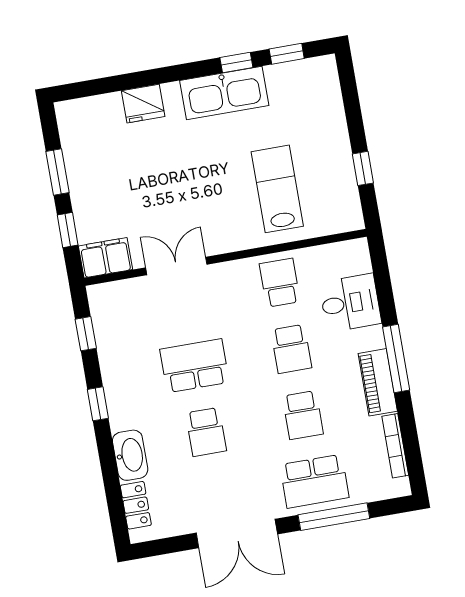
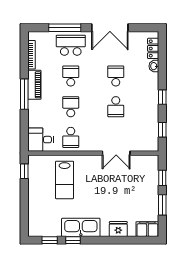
window: (363, 168) -> (24, 171), moved
filing cabinet: (105, 258) -> (147, 229), moved, turned 180
desk: (350, 303) -> (41, 140), moved
school desk: (194, 366) -> (116, 107), width x0.54
washbasin: (130, 455) -> (154, 66), width x0.52, depth x0.69
double door: (237, 534) -> (110, 28), swing flipped

